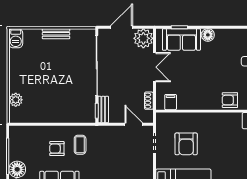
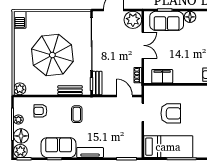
bench: (56, 34) -> (70, 90), moved
parasol: (52, 78) -> (52, 55), added
plant: (16, 100) -> (20, 89), moved
filing cabinet: (171, 102) -> (162, 76), width x2.00
armchair: (186, 144) -> (171, 113), turned -90
armchair: (57, 149) -> (40, 111), moved
plant: (14, 151) -> (18, 120), added

